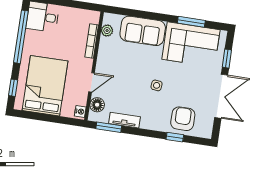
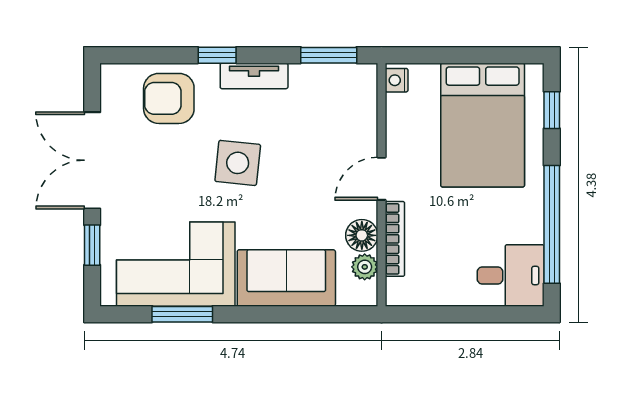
door: (92, 82) -> (382, 179), moved
side table: (157, 85) -> (238, 163), width x1.87, depth x1.87
floor lamp: (97, 105) -> (362, 235), moved
armchair: (183, 119) -> (169, 98), turned 90
tv unit: (124, 120) -> (254, 76), moved
window: (175, 137) -> (217, 55), moved

